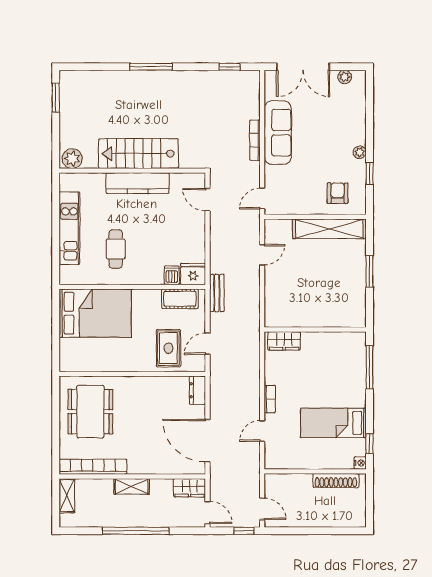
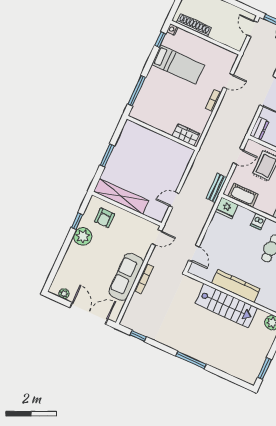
plant: (360, 152) -> (83, 236), width x1.88, depth x1.88
dishwasher: (172, 275) -> (258, 221), moved

